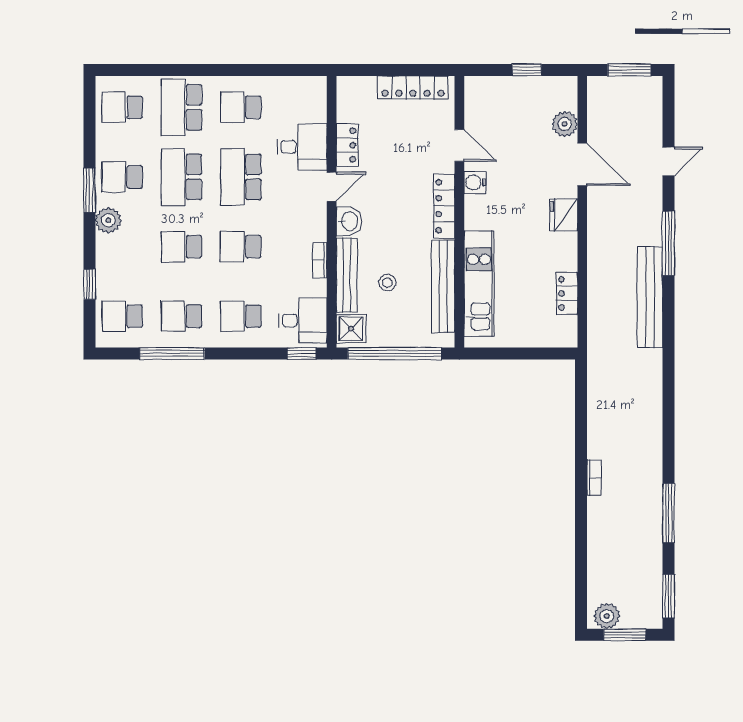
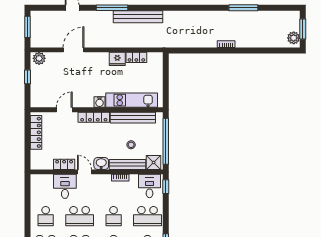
plant: (565, 124) -> (39, 58), moved
water cooler: (475, 183) -> (100, 102), moved
fridge: (564, 215) -> (117, 59), moved
school desk: (241, 316) -> (147, 216), width x1.85
window: (669, 596) -> (284, 8), removed

